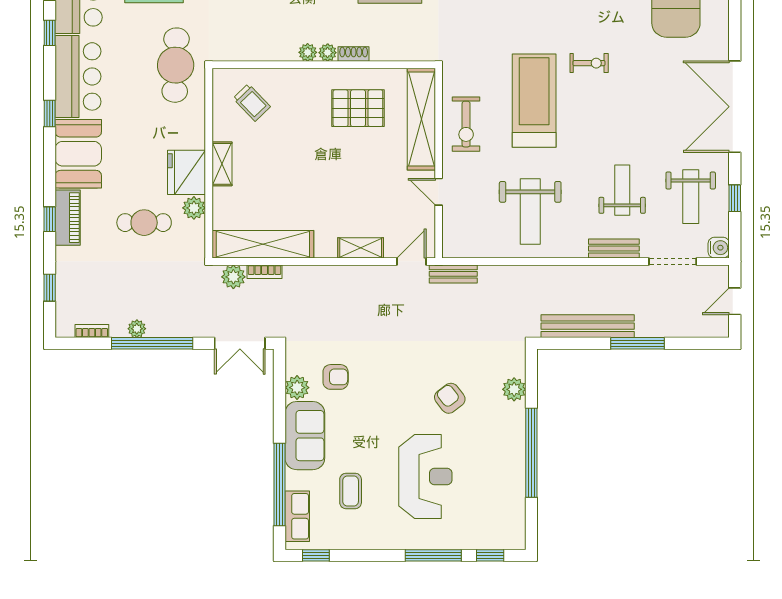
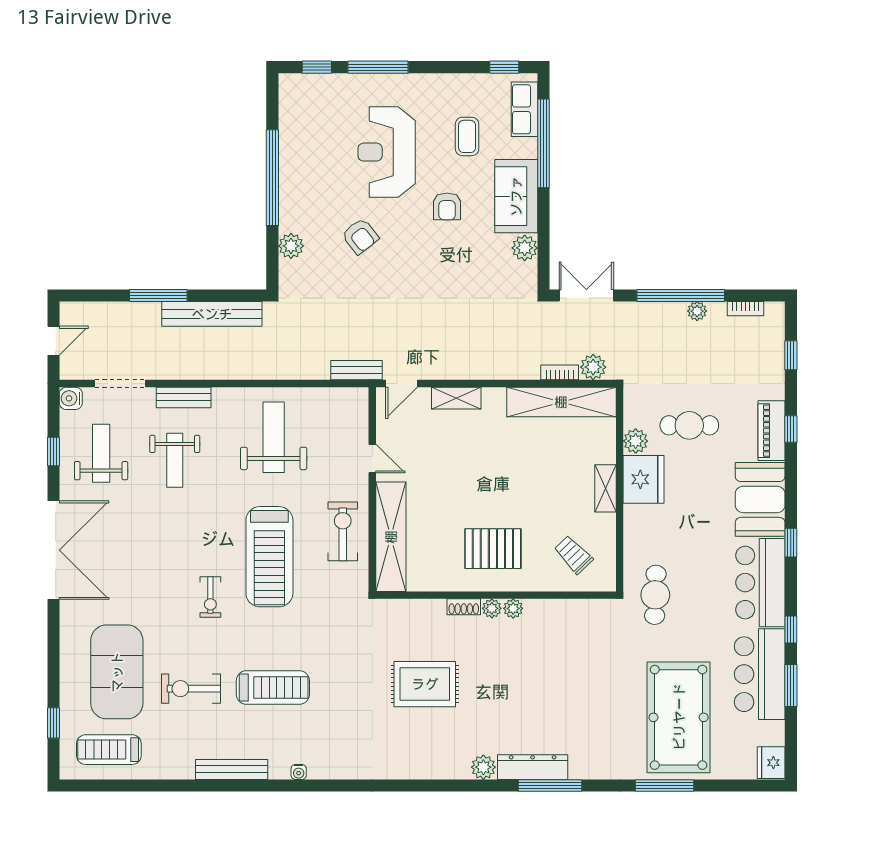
exercise bike: (589, 63) -> (210, 597), turned -90
cafe table: (176, 65) -> (655, 595), width x0.73, depth x0.74
pallet: (358, 108) -> (493, 549), moved
armchair: (336, 377) -> (447, 206), moved, turned -90

